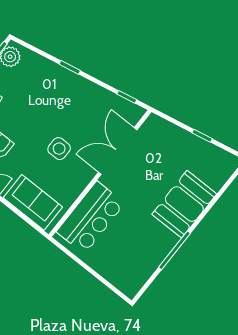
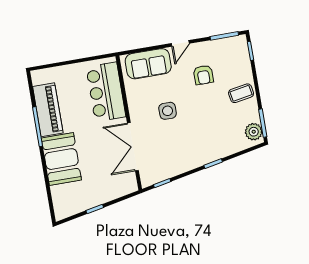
double door: (118, 151) -> (133, 147), swing flipped
piano: (152, 255) -> (48, 110), added

